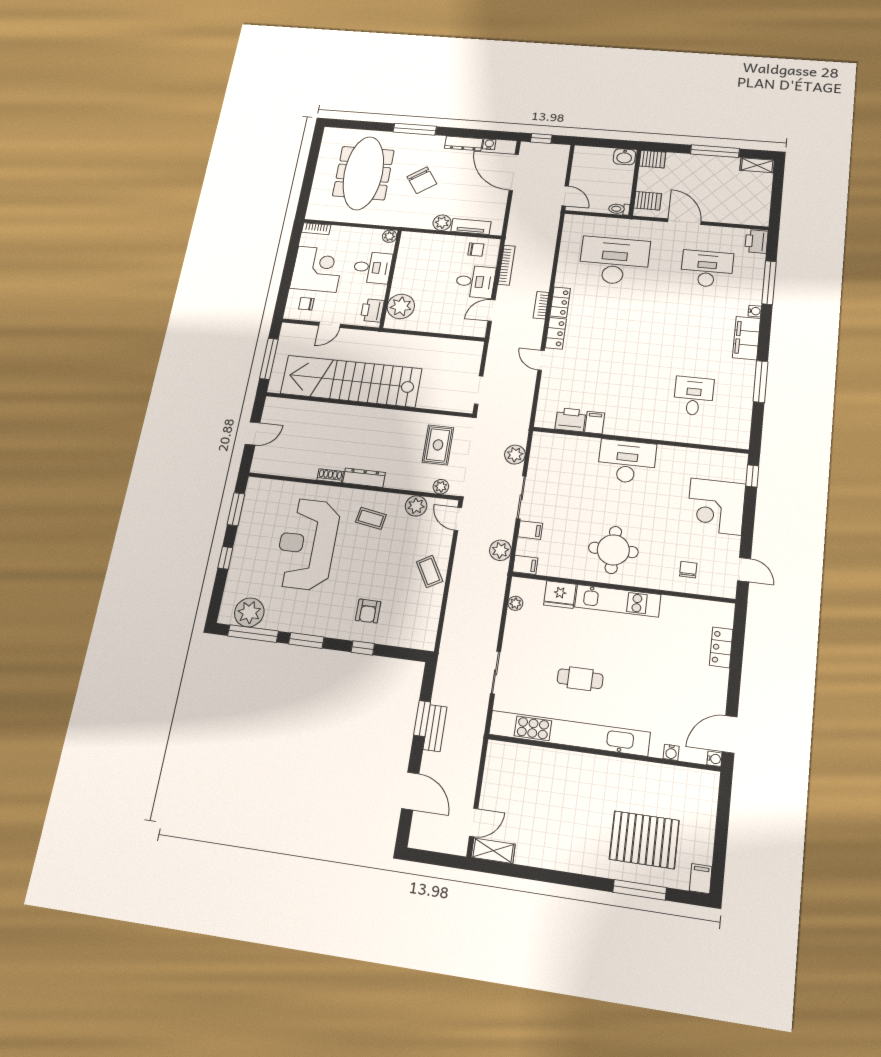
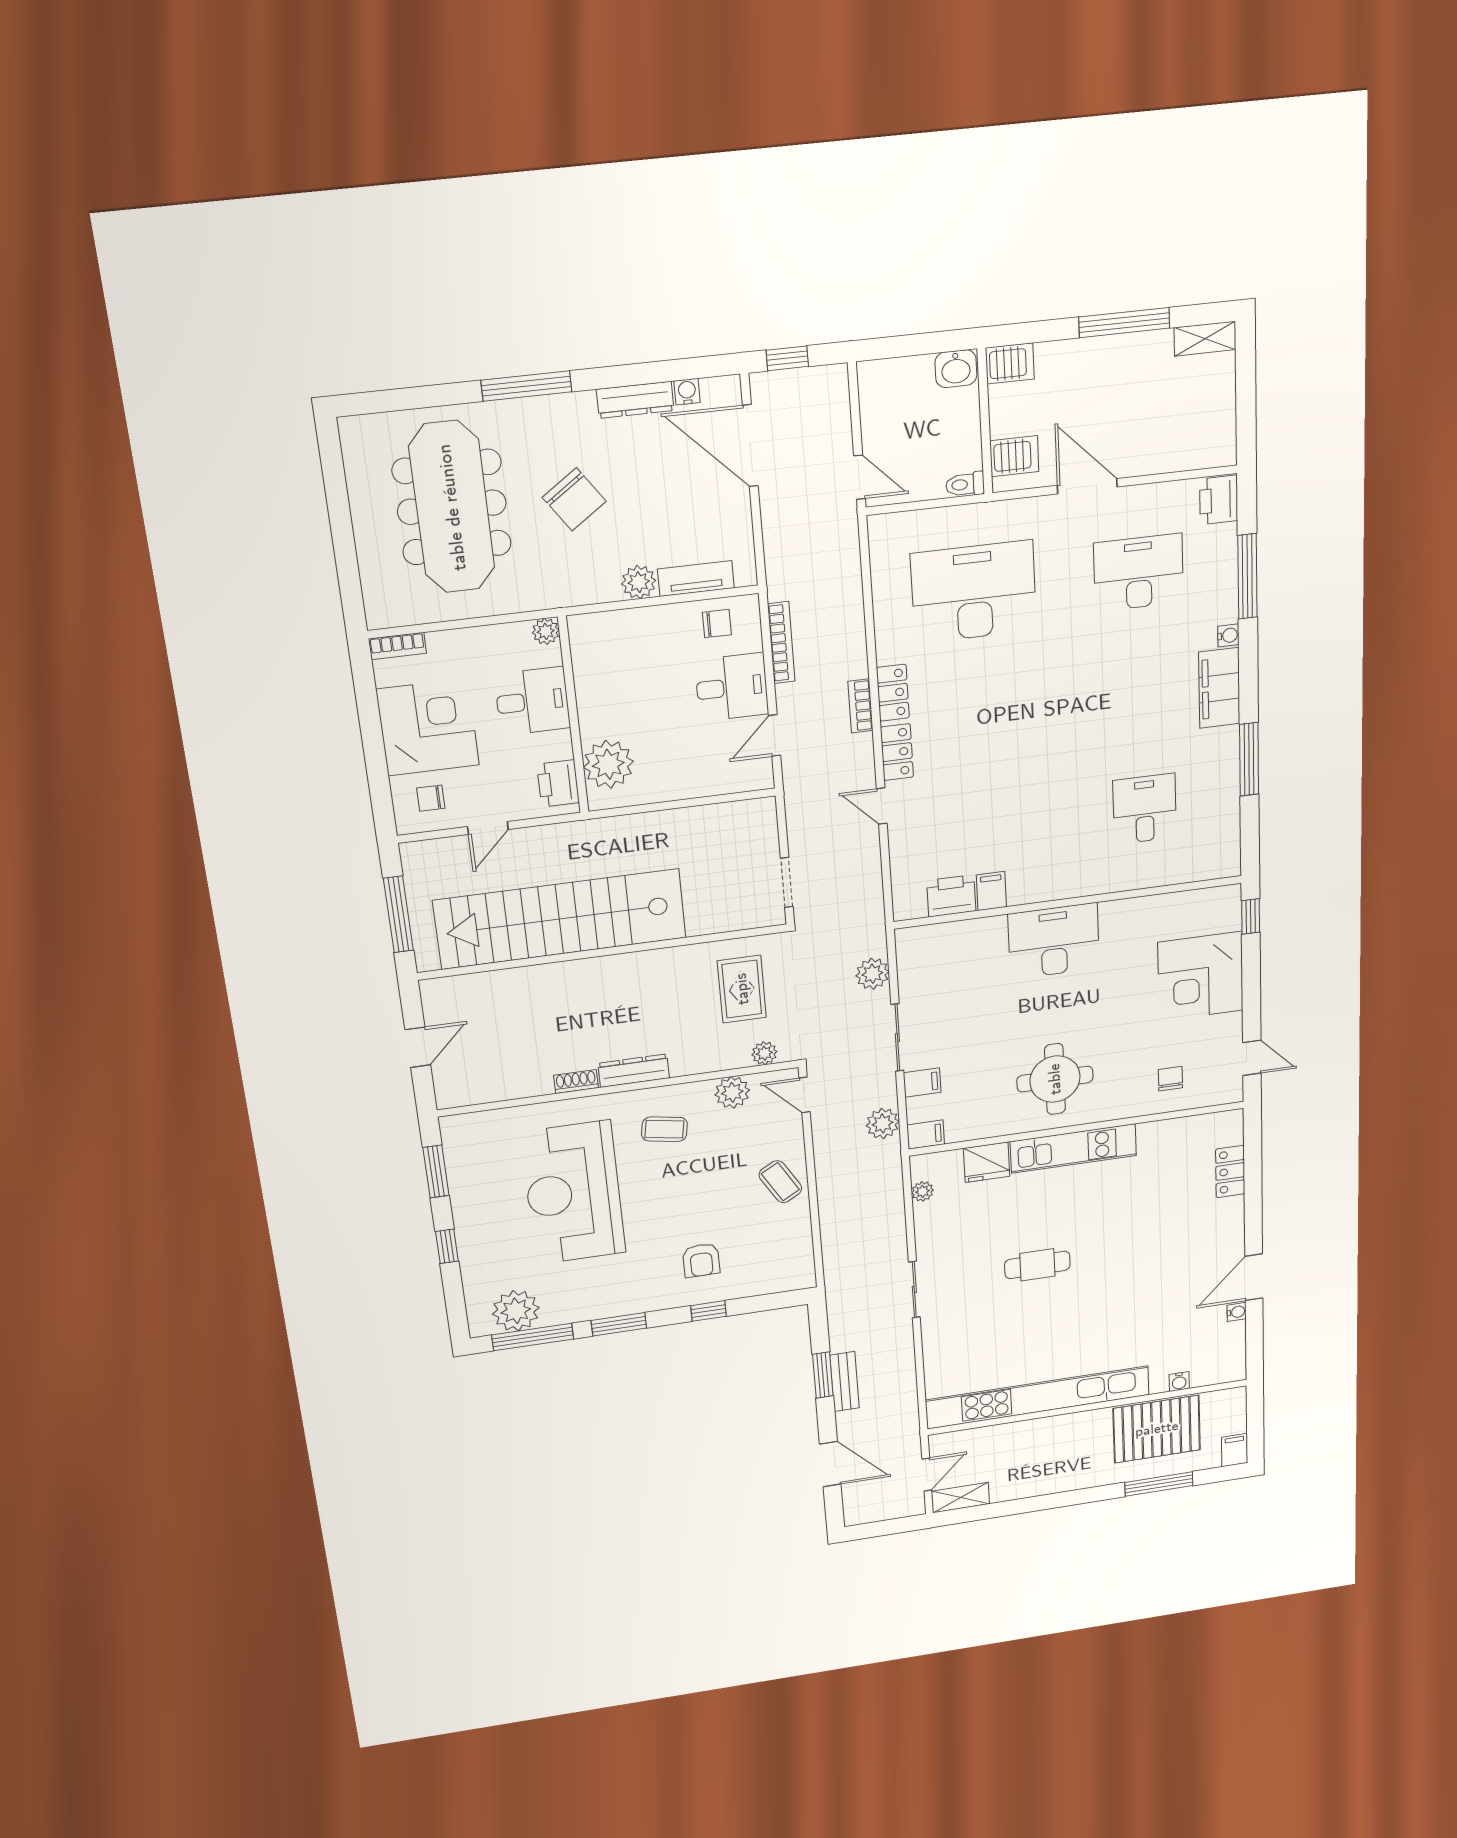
kitchen unit: (569, 733) -> (1038, 1397), moved
water cooler: (671, 752) -> (1179, 1382), moved
wall: (603, 753) -> (1088, 1407), moved

